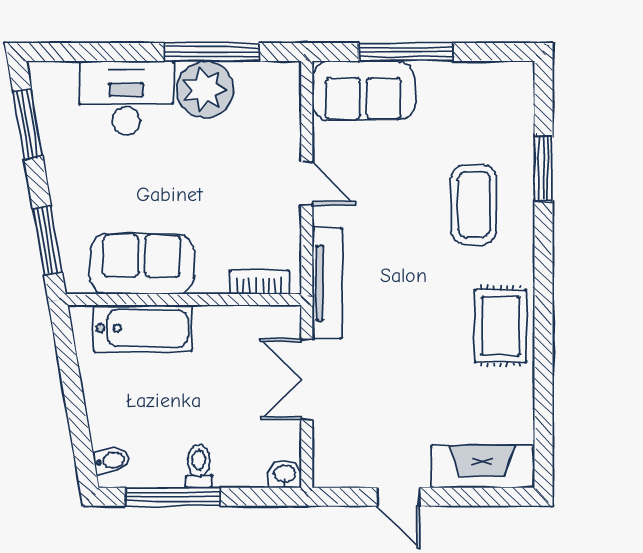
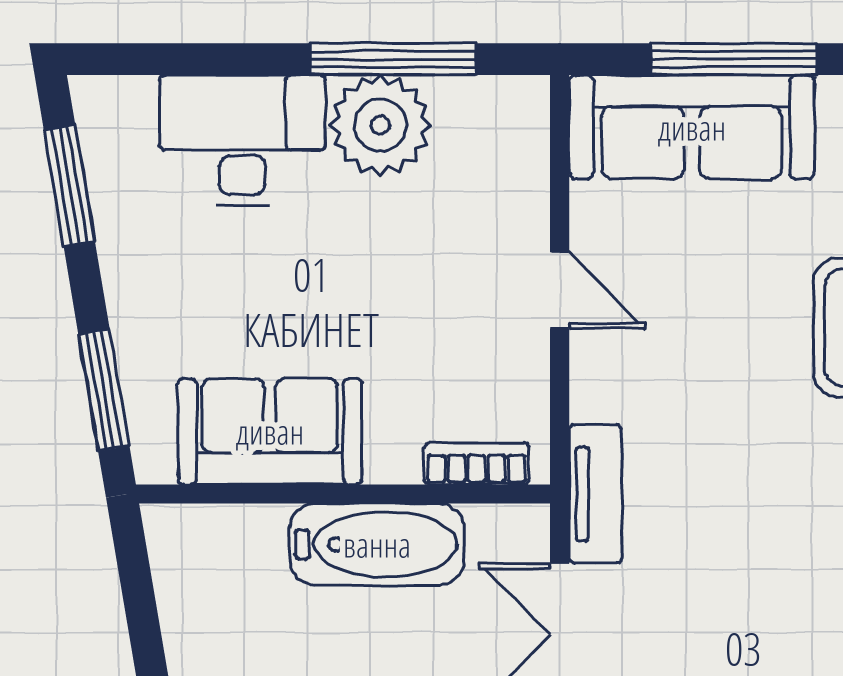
sofa: (363, 91) -> (692, 127), width x1.36
tv unit: (327, 283) -> (596, 494), width x0.71
bathtub: (143, 328) -> (377, 544), moved

